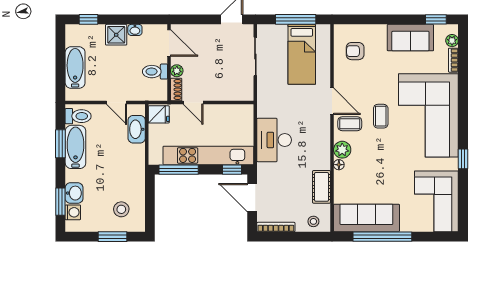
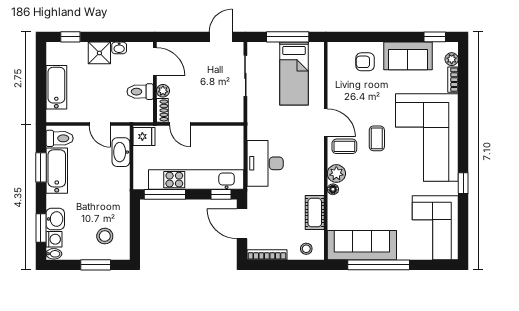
armchair: (355, 51) -> (365, 62), moved
bidet: (73, 226) -> (54, 254), added

